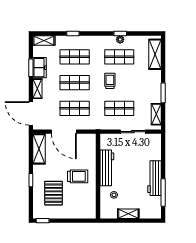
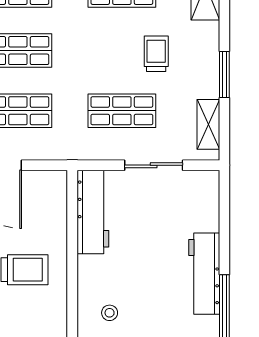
trolley: (110, 81) -> (156, 54), moved
workbench: (107, 168) -> (93, 212), moved

